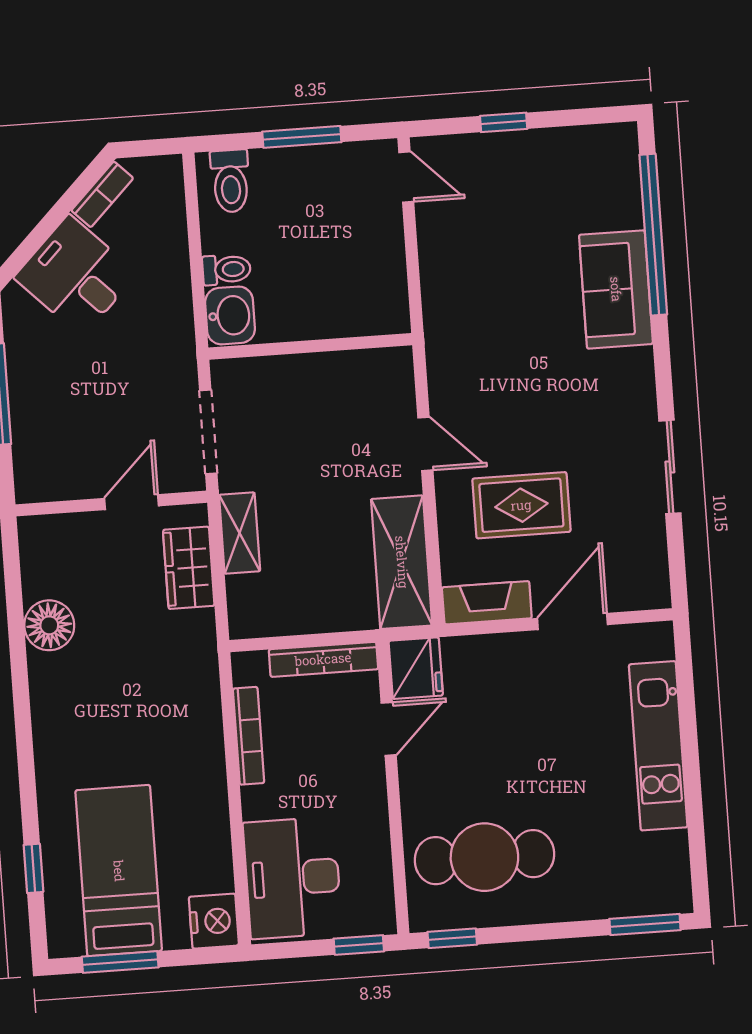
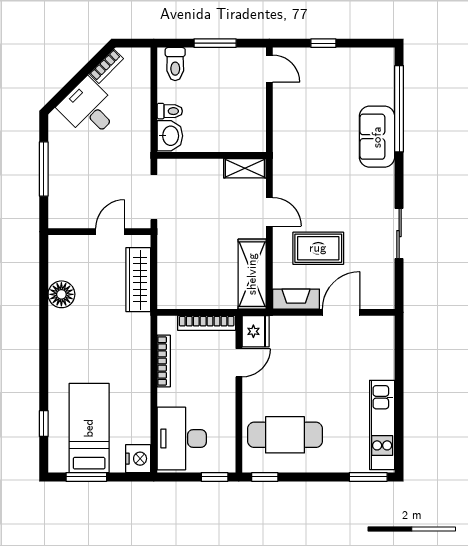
shelving: (240, 533) -> (245, 168), moved, turned 90
wardrobe: (189, 568) -> (138, 280), width x1.50
kitchen unit: (658, 746) -> (382, 425), moved

